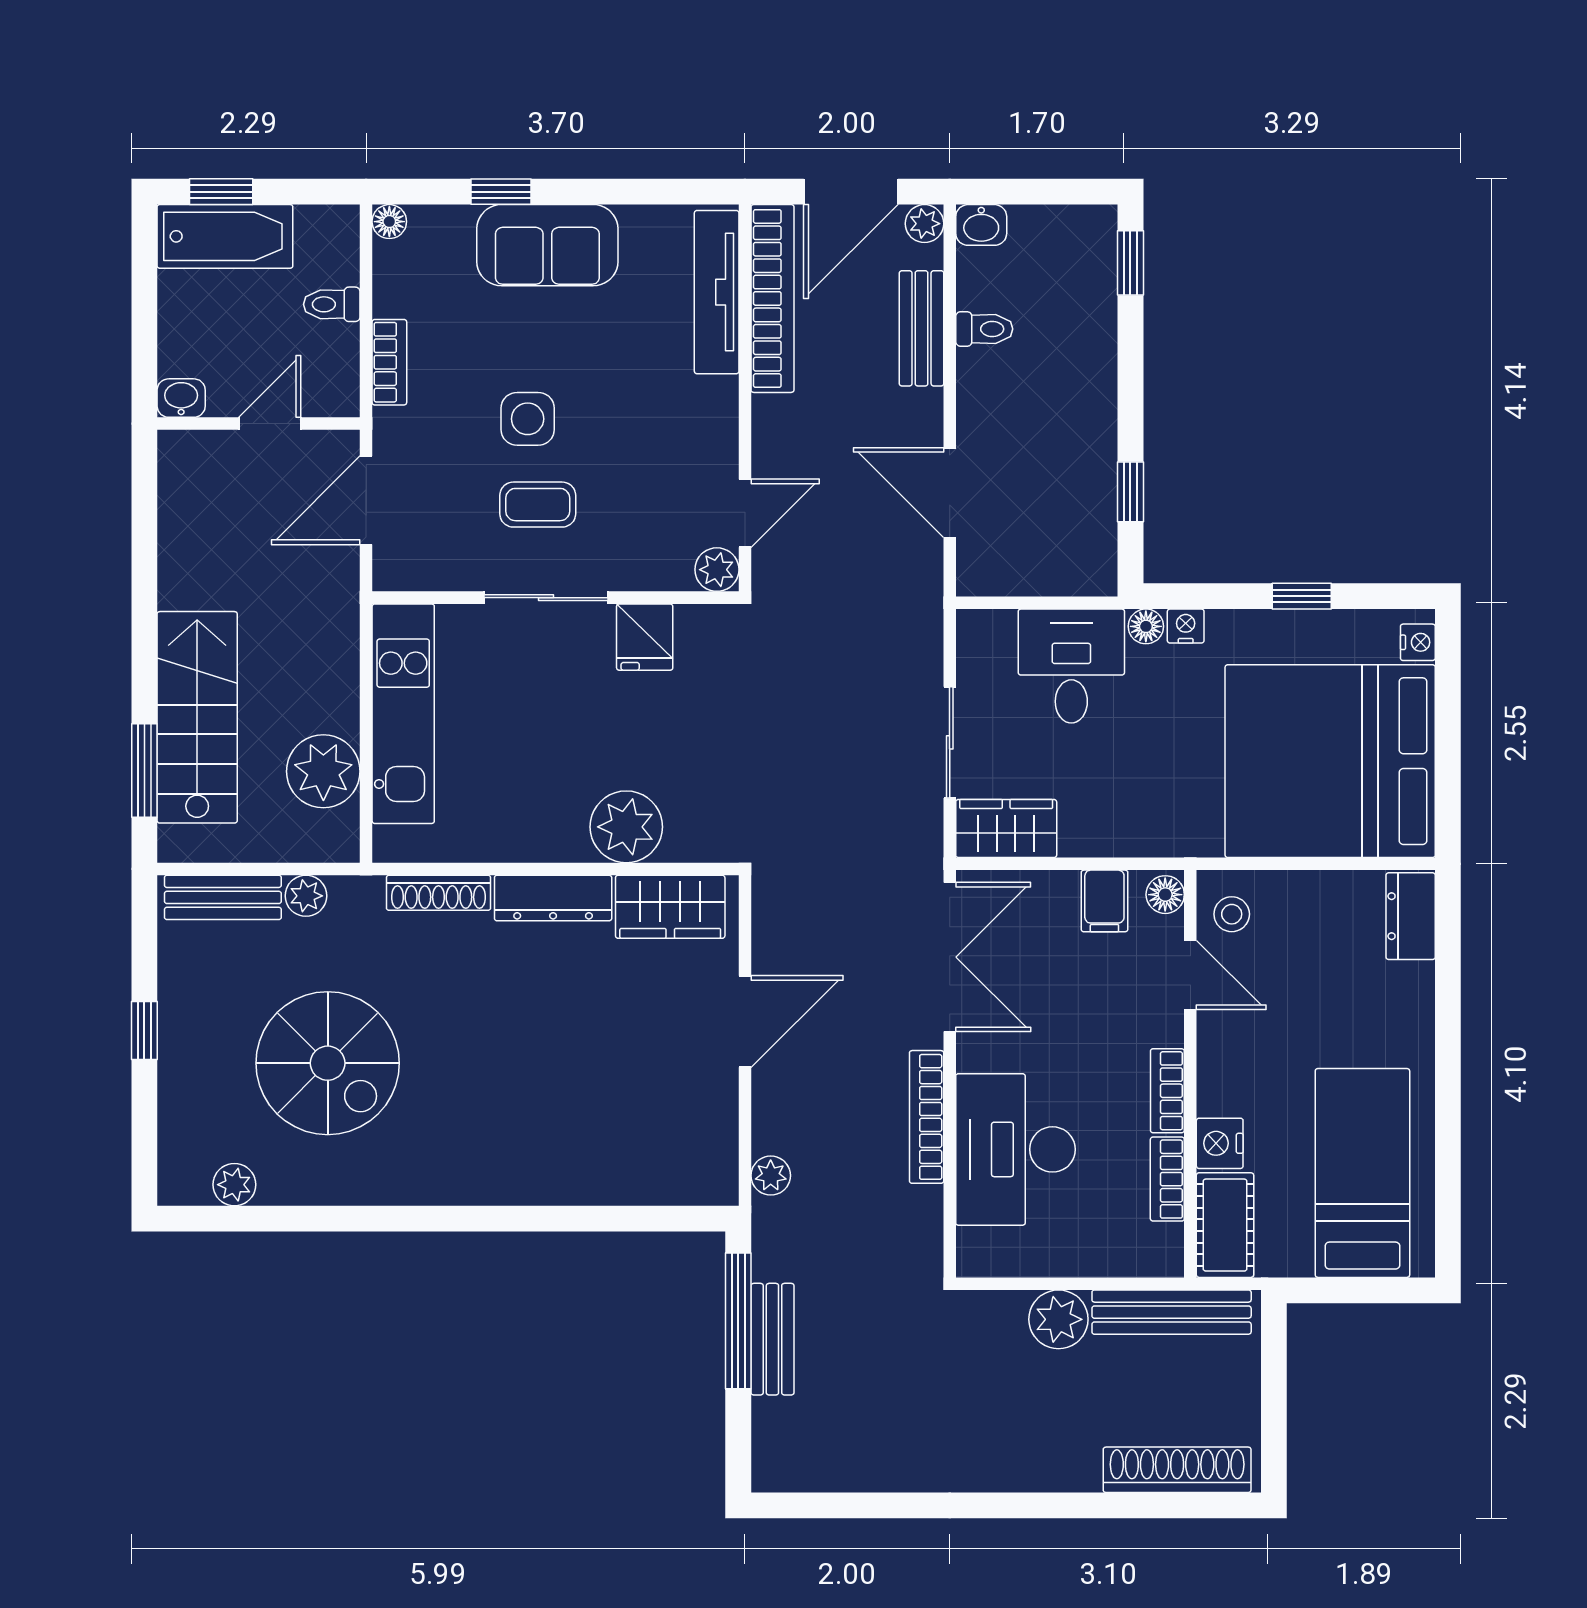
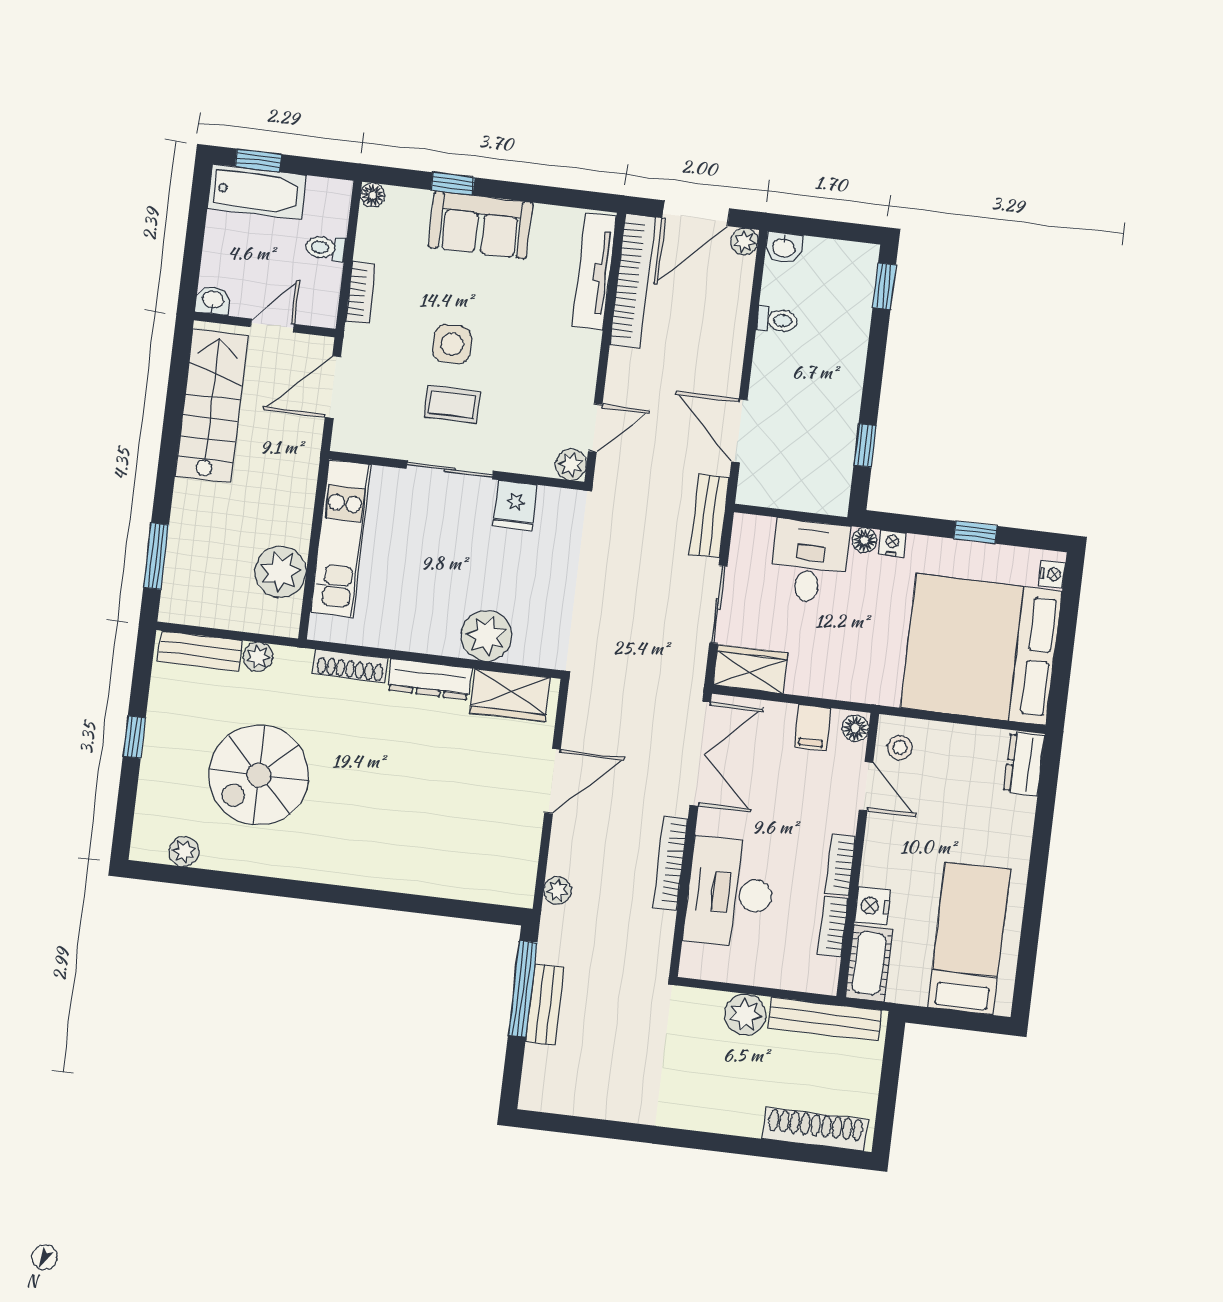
bench: (922, 328) -> (709, 516), moved
stairs: (197, 717) -> (211, 406), moved
spiral stairs: (328, 1063) -> (259, 775), turned 90

